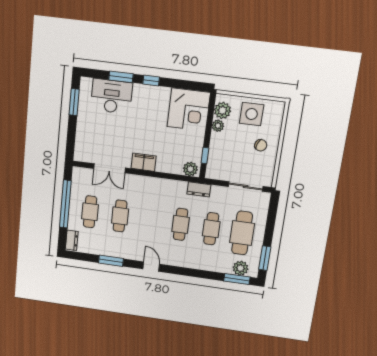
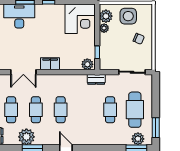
cafe table: (181, 224) -> (61, 110), moved
plant: (105, 246) -> (26, 137), added

